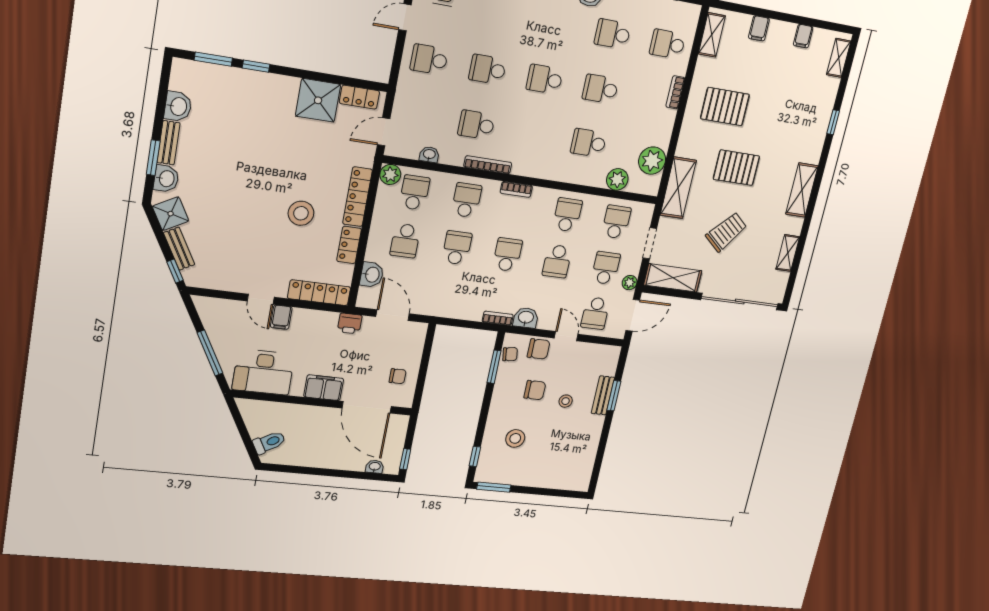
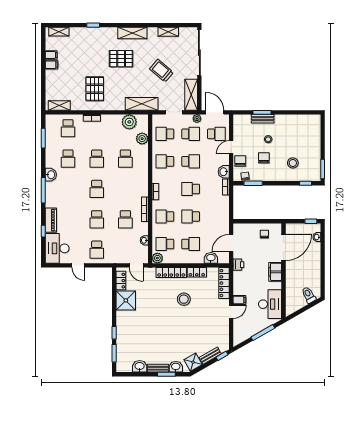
filing cabinet: (759, 28) -> (51, 65), moved
pallet: (736, 168) -> (121, 59), moved, turned 90
school desk: (606, 268) -> (191, 134), turned 180

